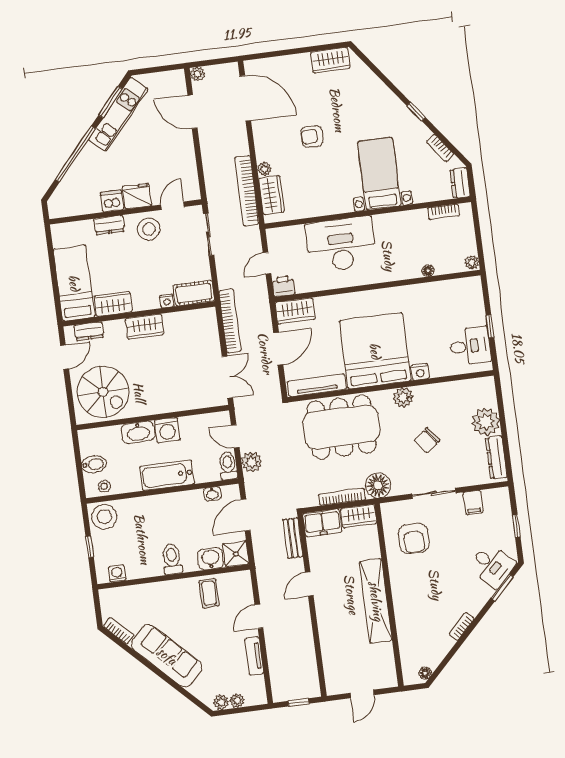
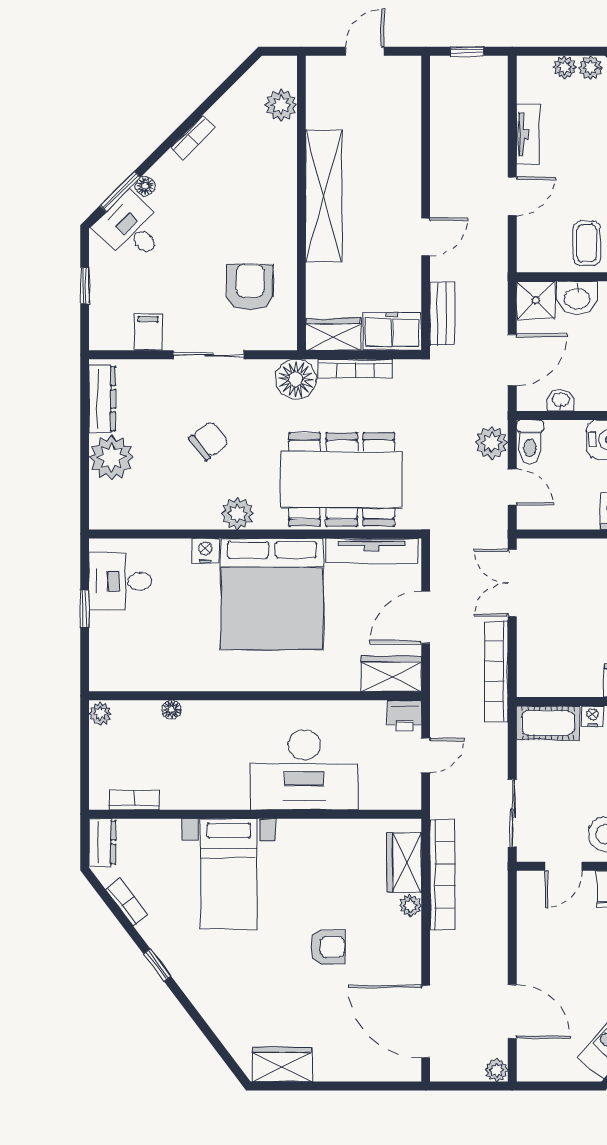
plant: (409, 654) -> (281, 105), added
floor lamp: (425, 673) -> (145, 186), moved

